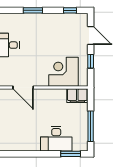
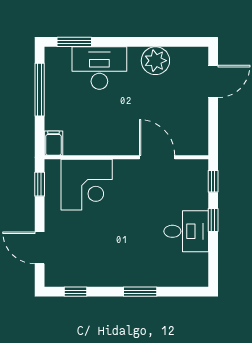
window: (91, 61) -> (40, 184), moved
filing cabinet: (77, 96) -> (53, 143), width x0.50
plant: (24, 143) -> (155, 61), added

